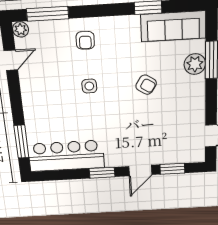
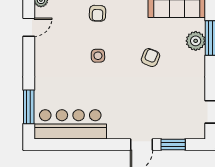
armchair: (146, 85) -> (150, 58), turned -101
window: (102, 173) -> (104, 144), removed

